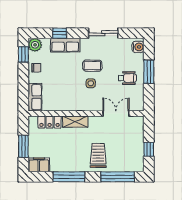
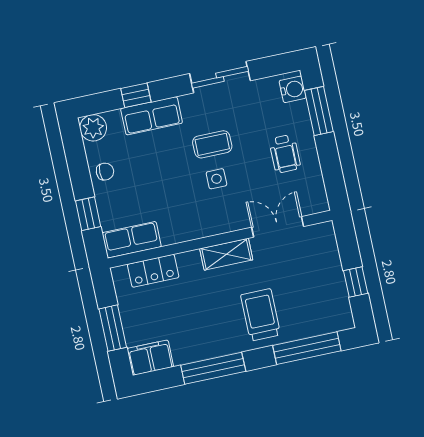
window: (23, 54) -> (88, 214), moved
window: (149, 72) -> (319, 111), moved
wheelchair: (127, 78) -> (285, 154), turned 90
row of seats: (35, 97) -> (132, 240), moved, turned -90
shelving: (75, 122) -> (226, 254), moved

